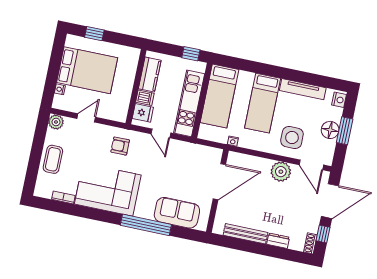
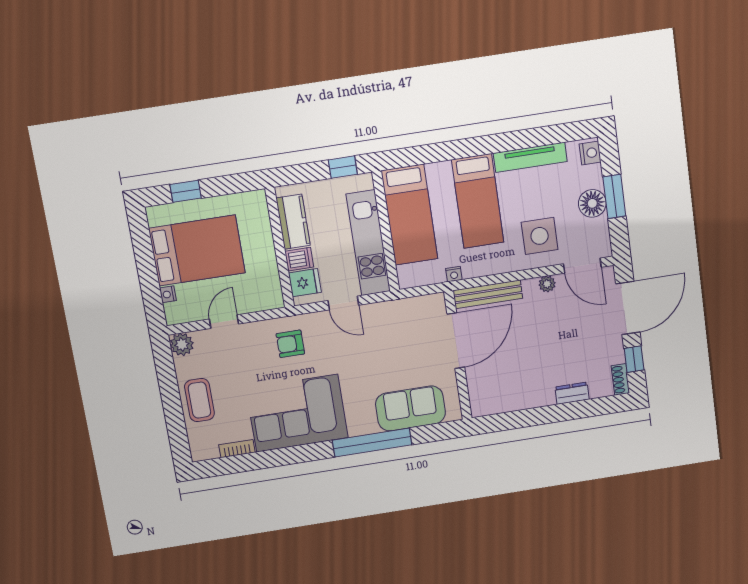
plant: (281, 172) -> (547, 284), width x0.53, depth x0.53
bench: (246, 234) -> (488, 294), moved

